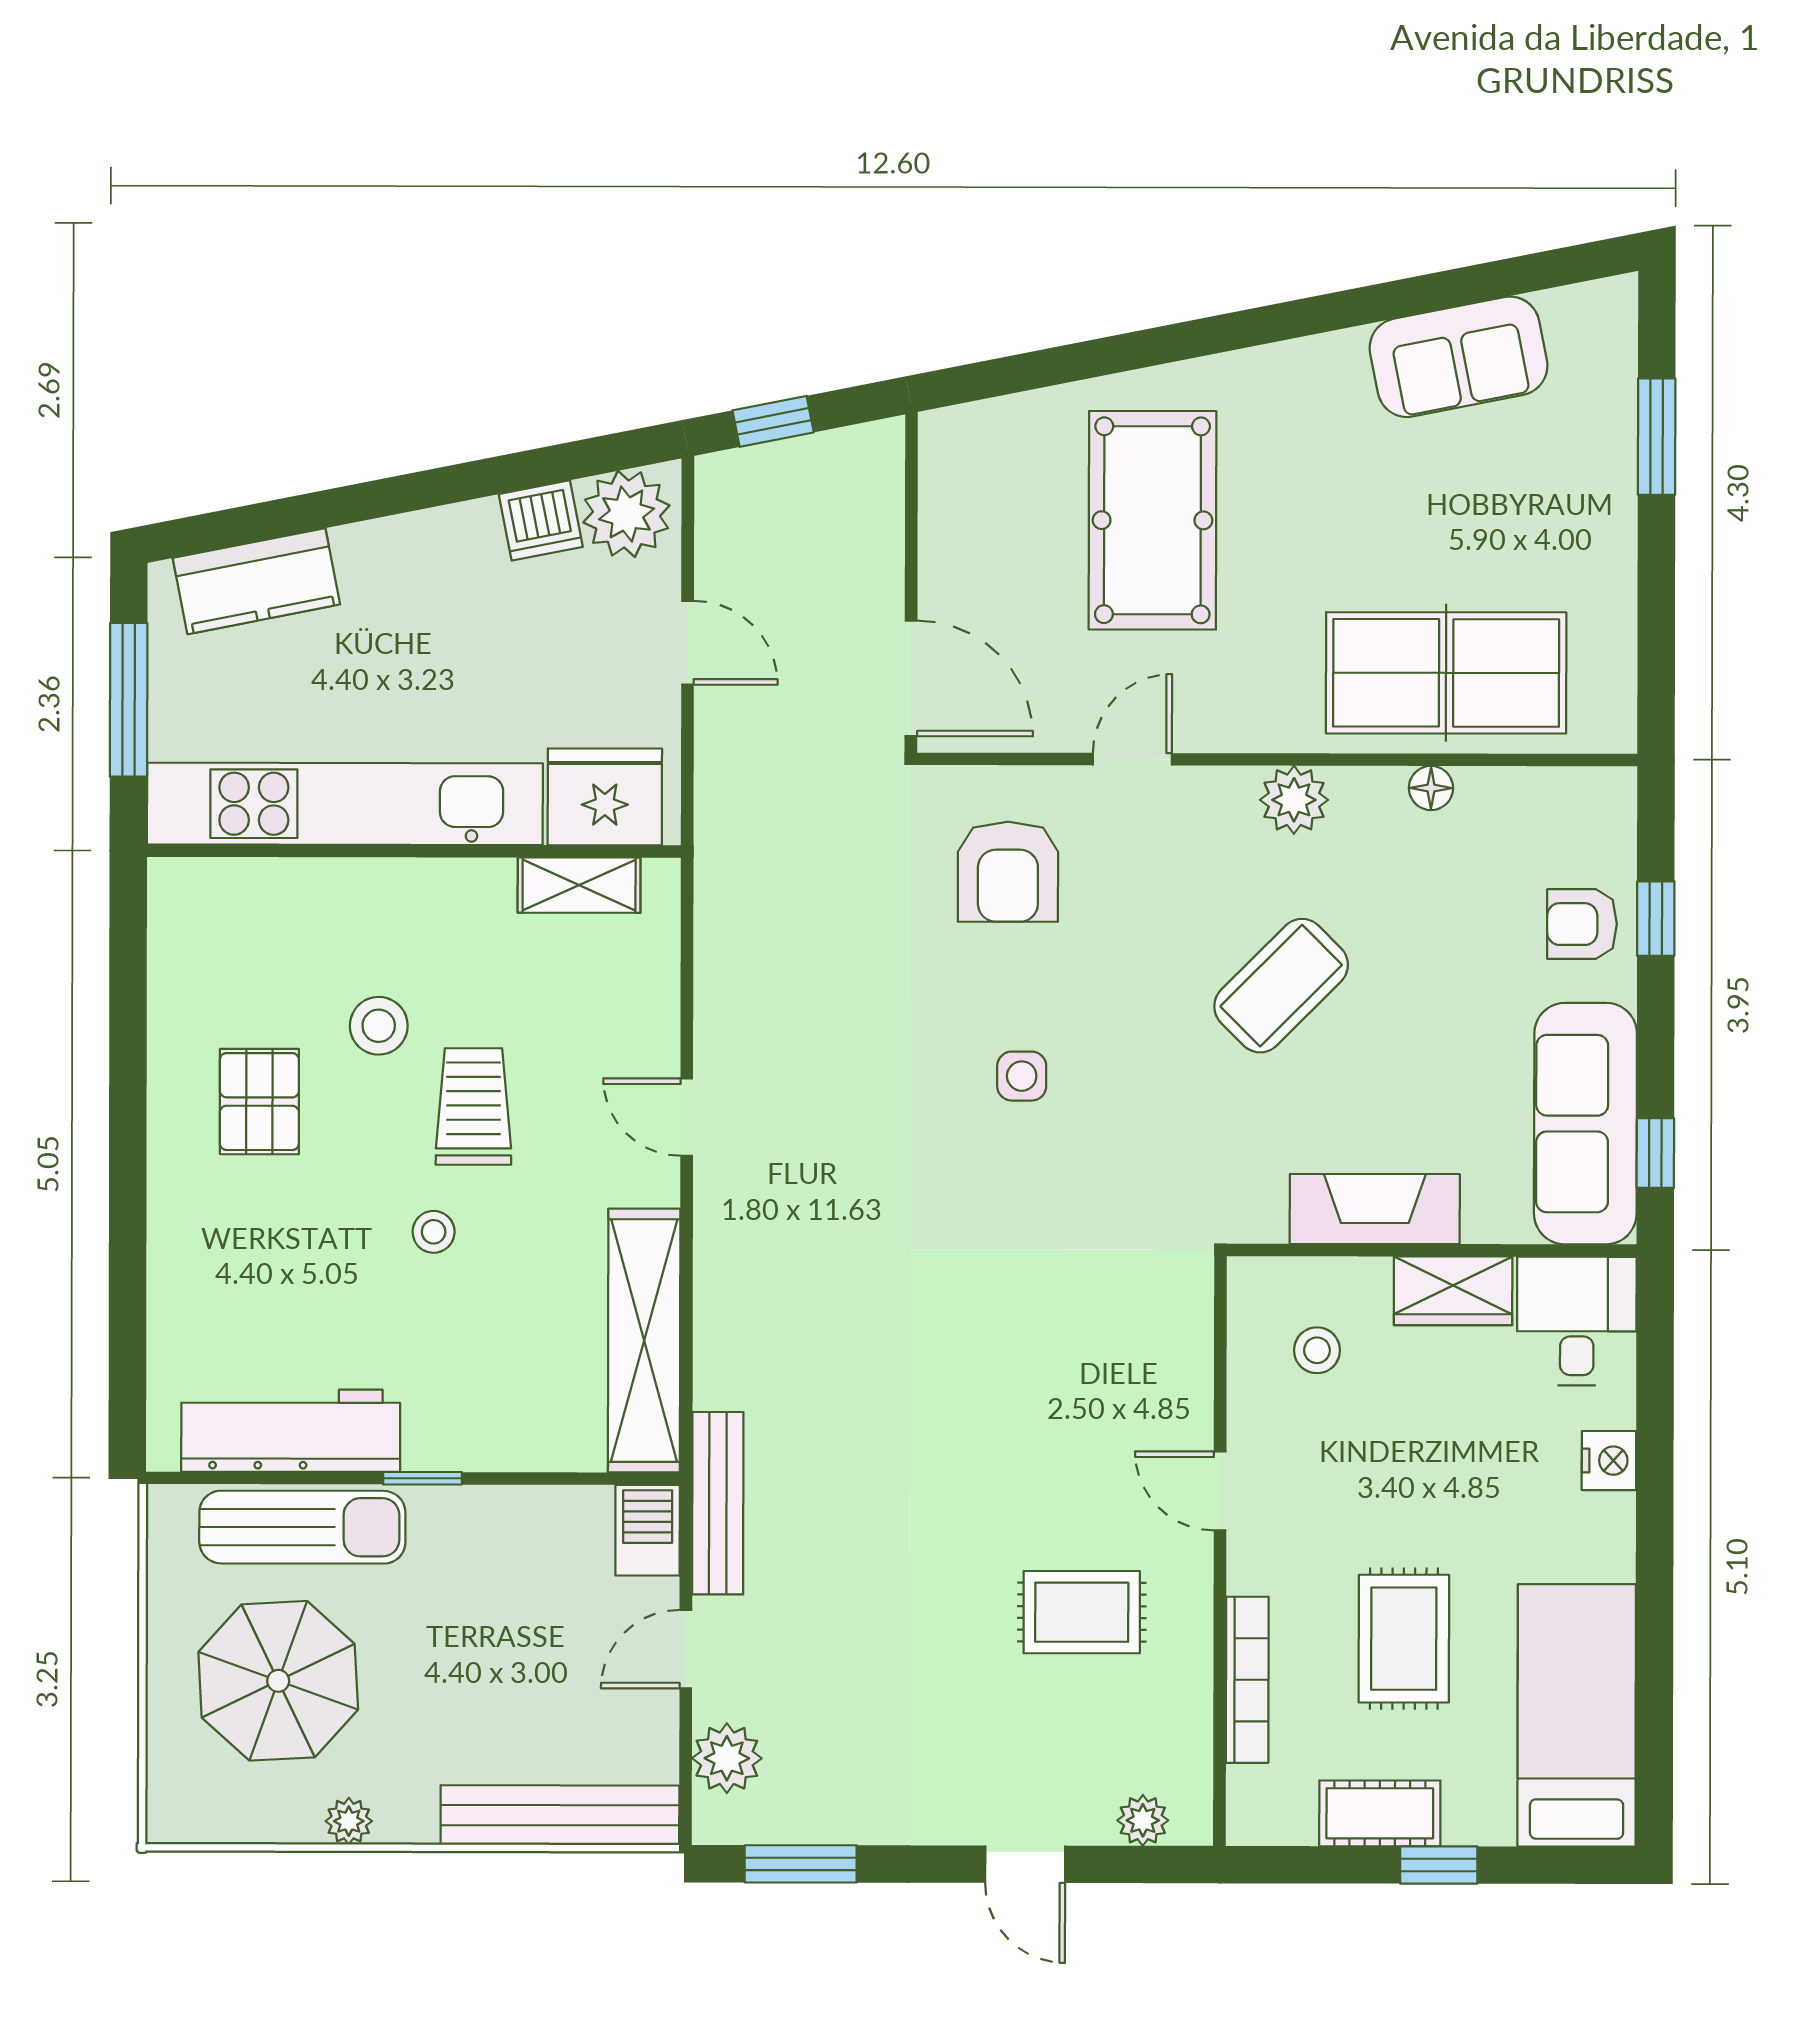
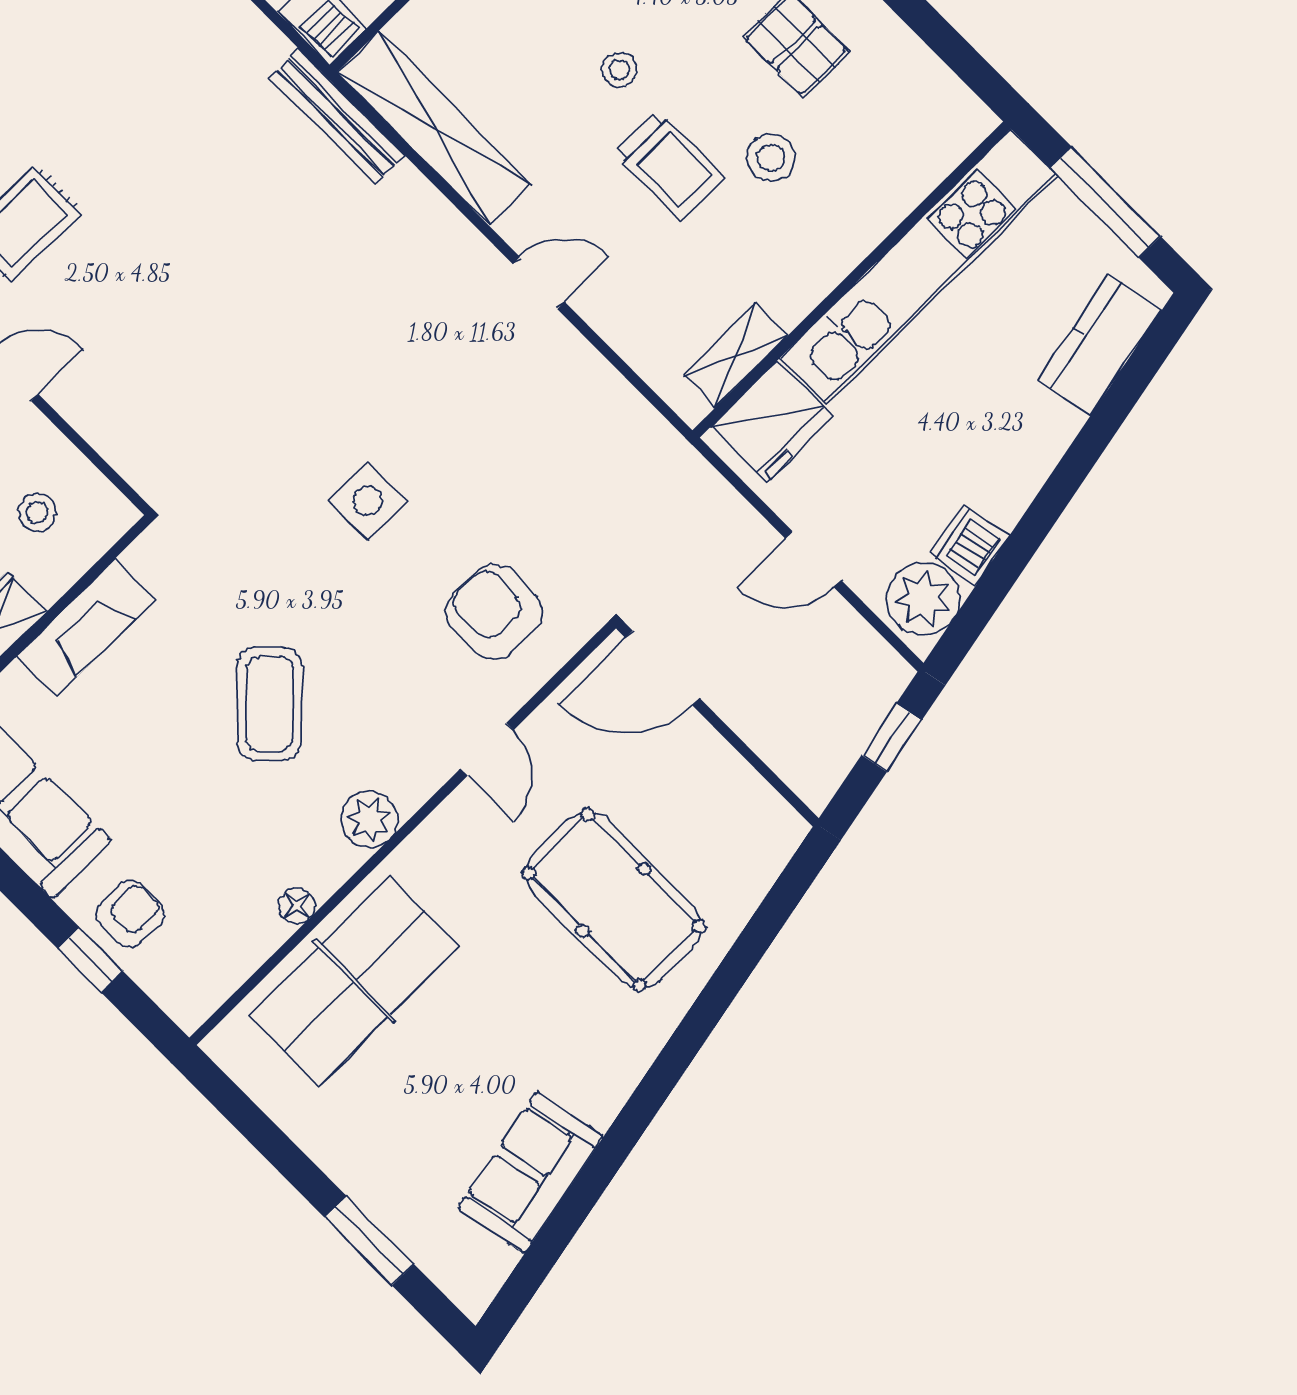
side table: (1022, 1076) -> (368, 501), width x1.37, depth x1.37
bench: (718, 1503) -> (337, 117), moved

